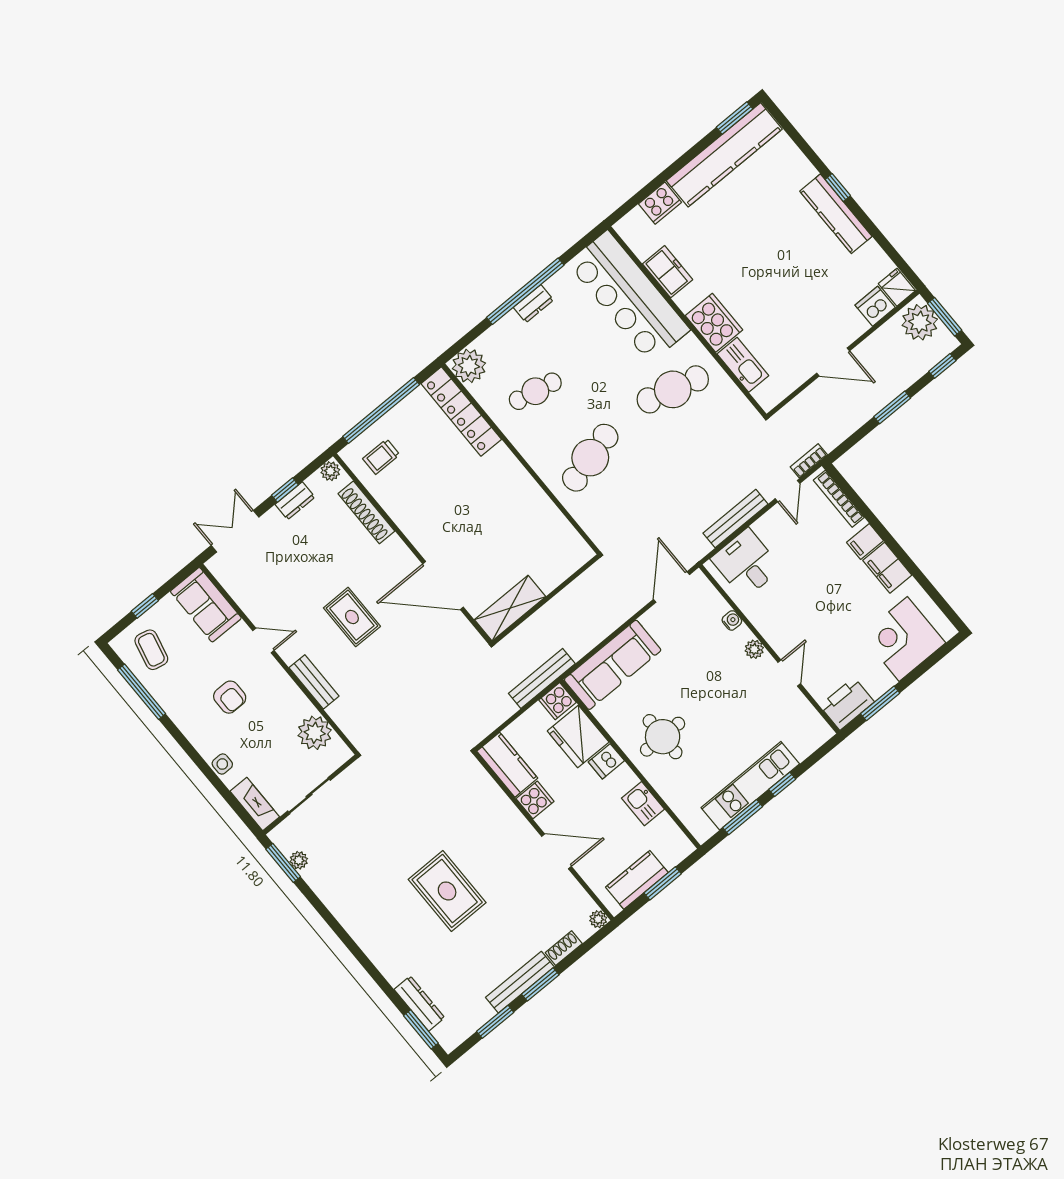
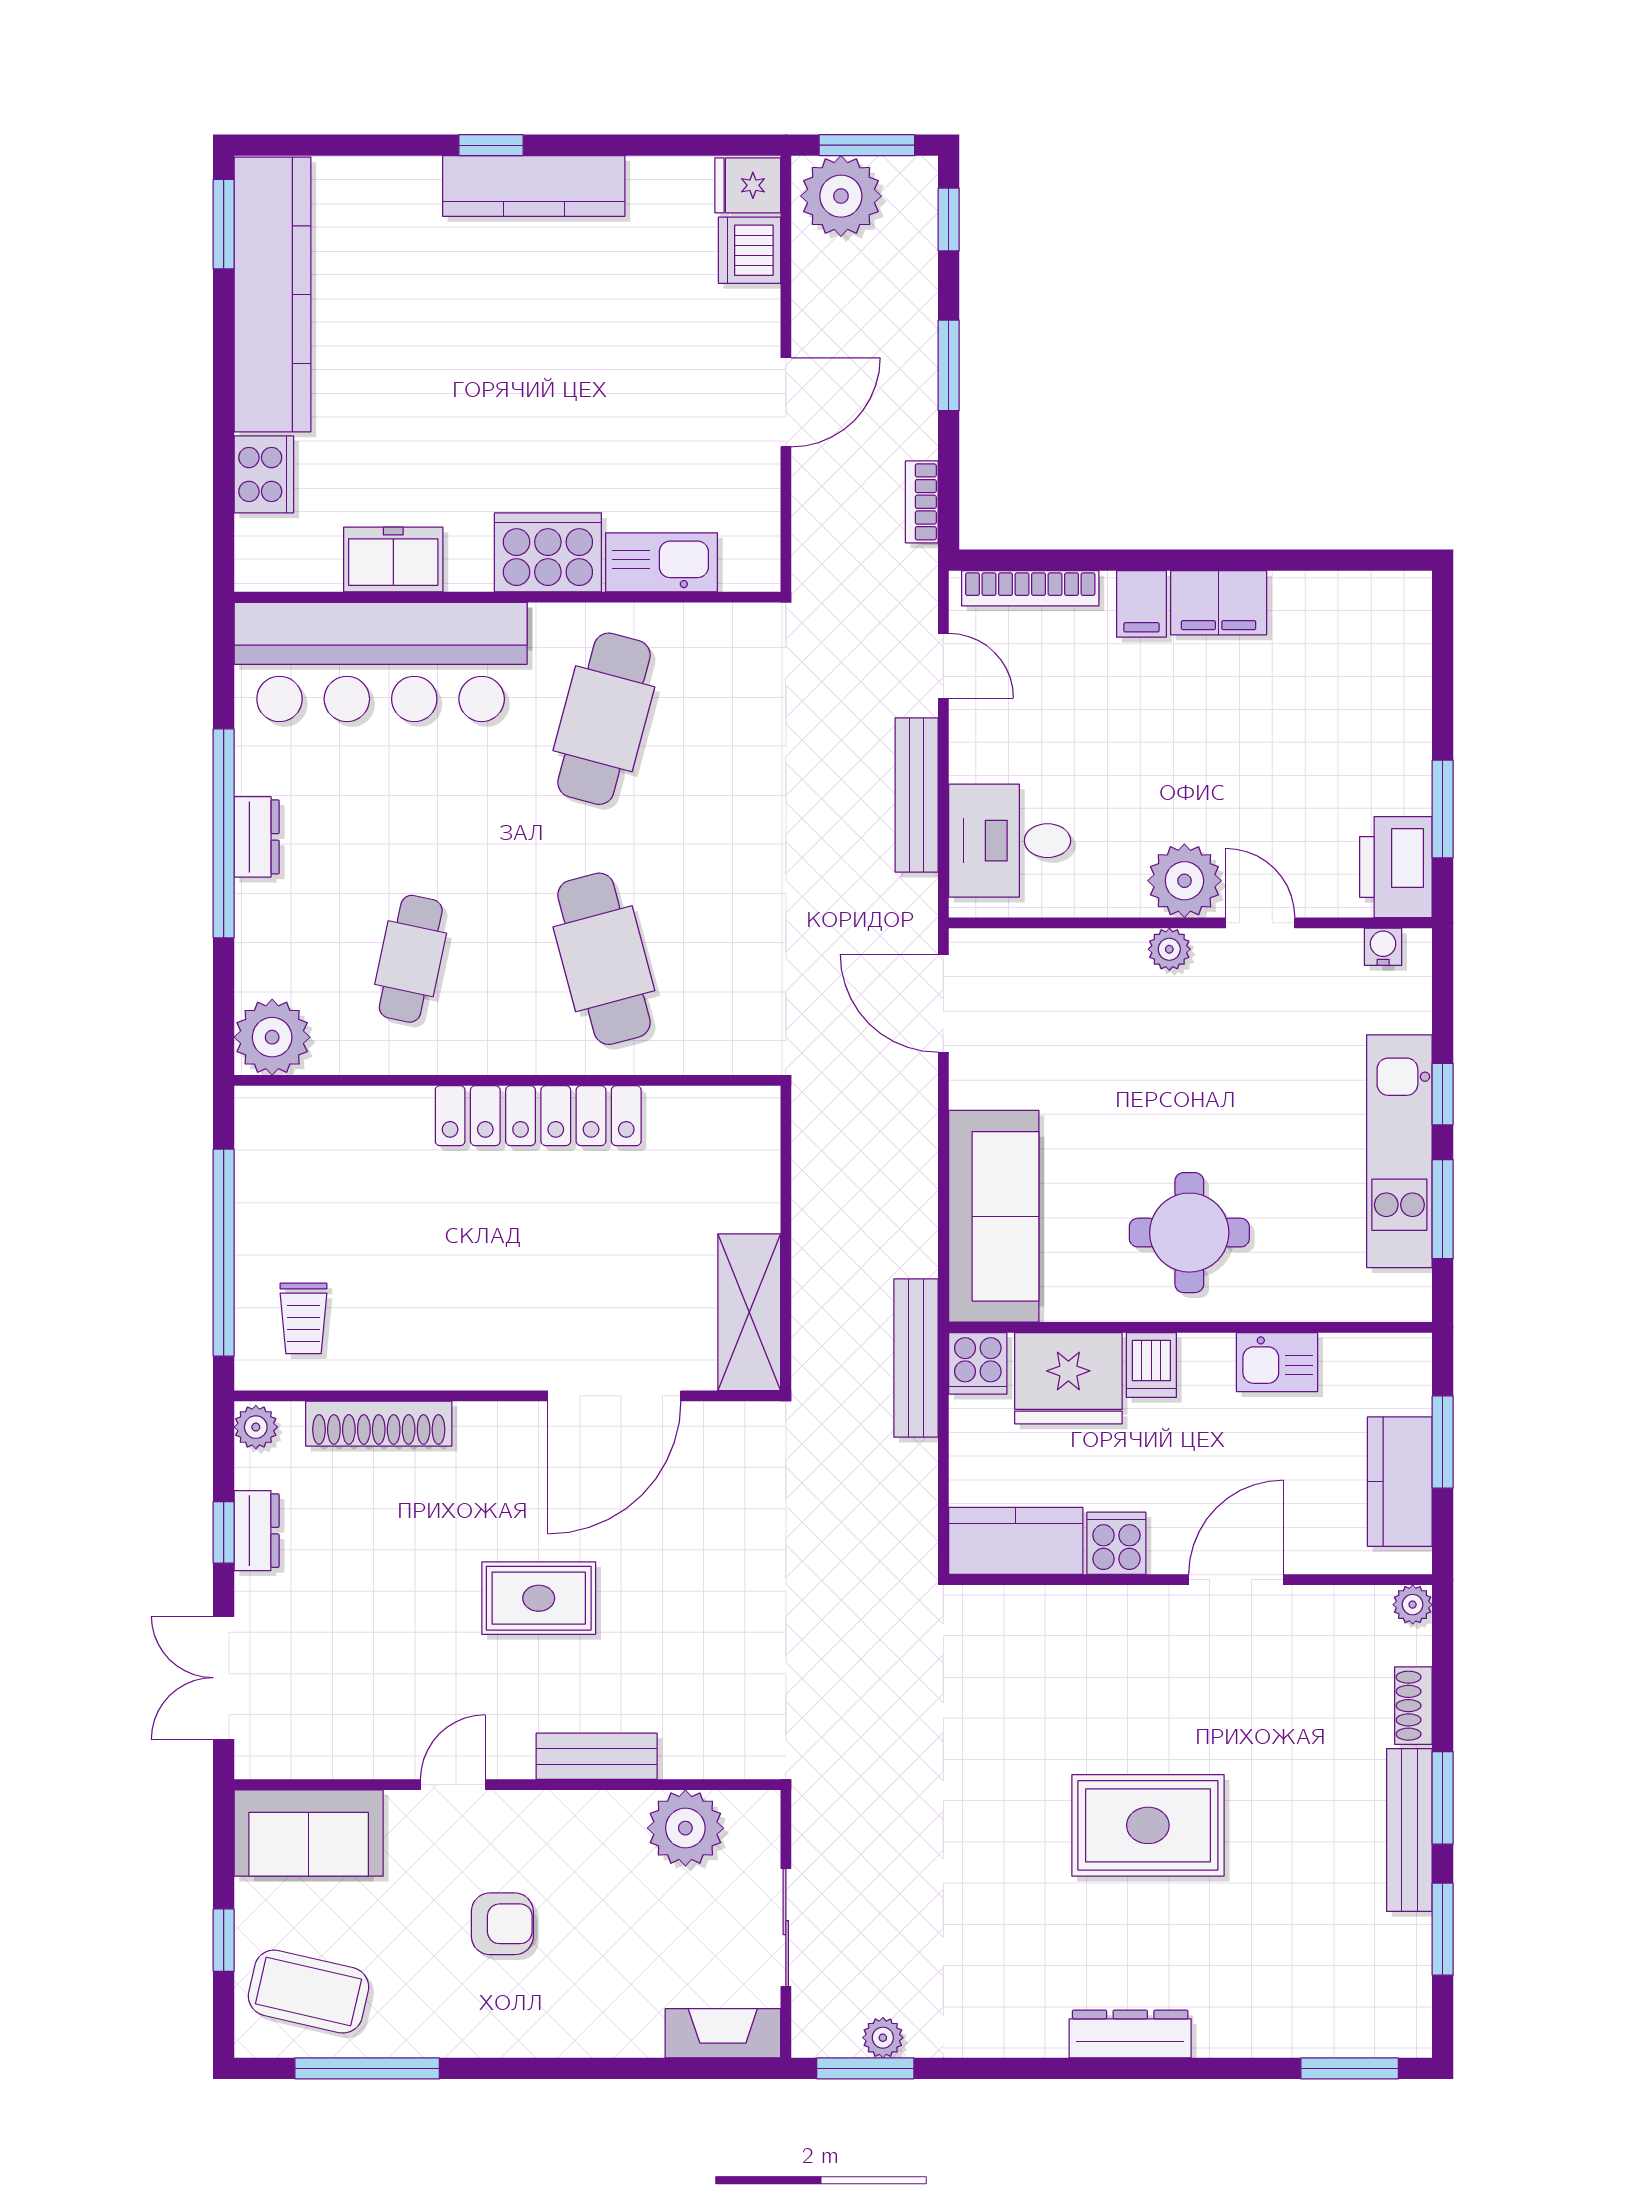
locker: (461, 411) -> (538, 1116), moved
bookcase: (809, 461) -> (922, 502), moved
water cooler: (732, 620) -> (1383, 947), moved
plant: (782, 635) -> (1184, 881), added
corner desk: (903, 639) -> (1364, 677), removed
coffee table: (151, 650) -> (308, 1992), width x1.36, depth x1.30
side table: (222, 764) -> (607, 2032), removed
dresser: (419, 1004) -> (1130, 2034), moved

